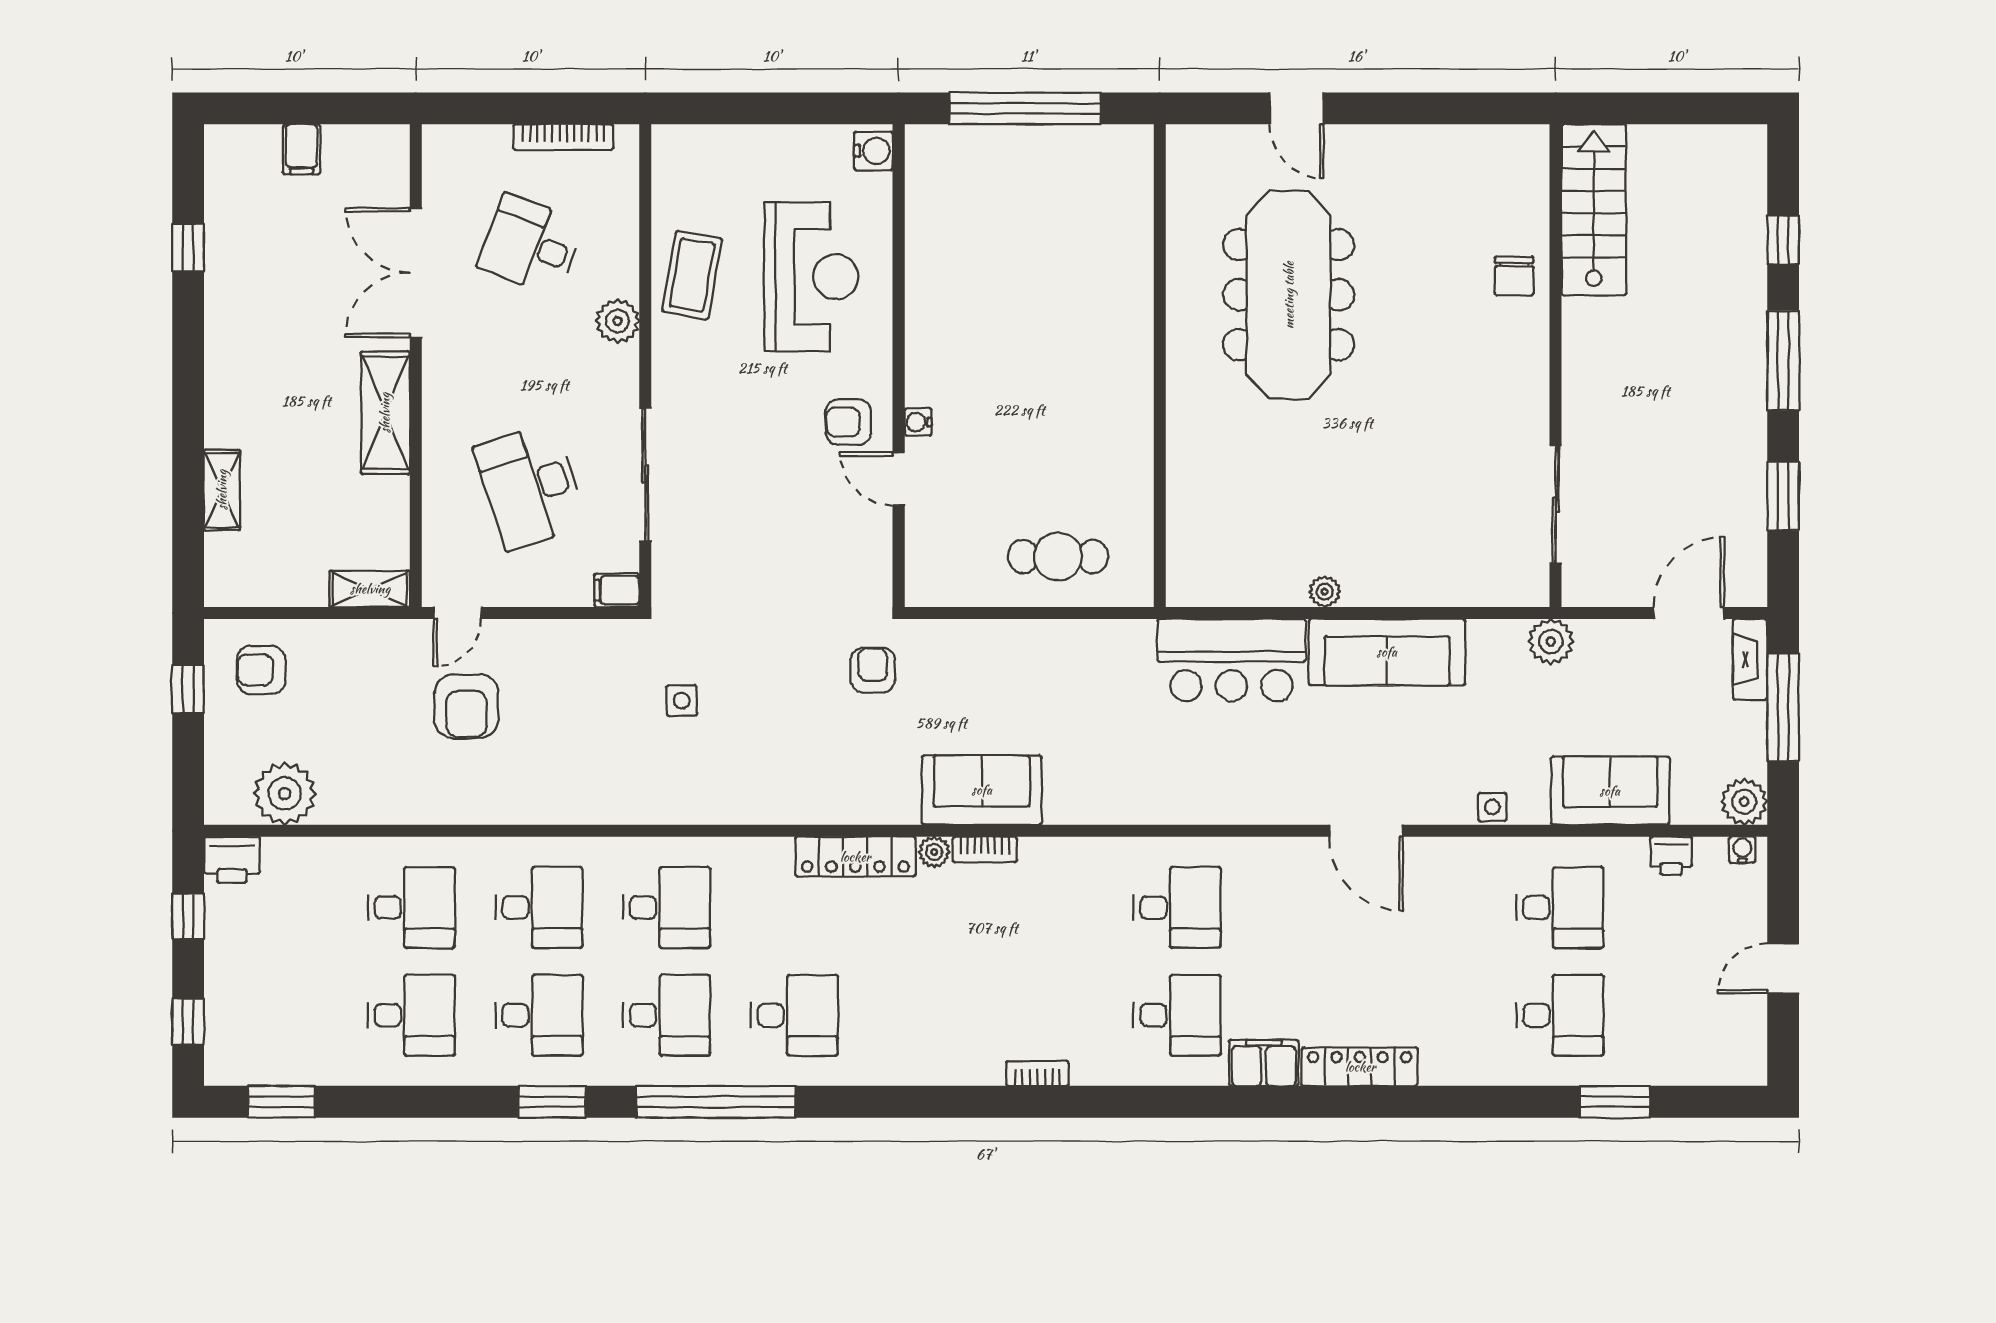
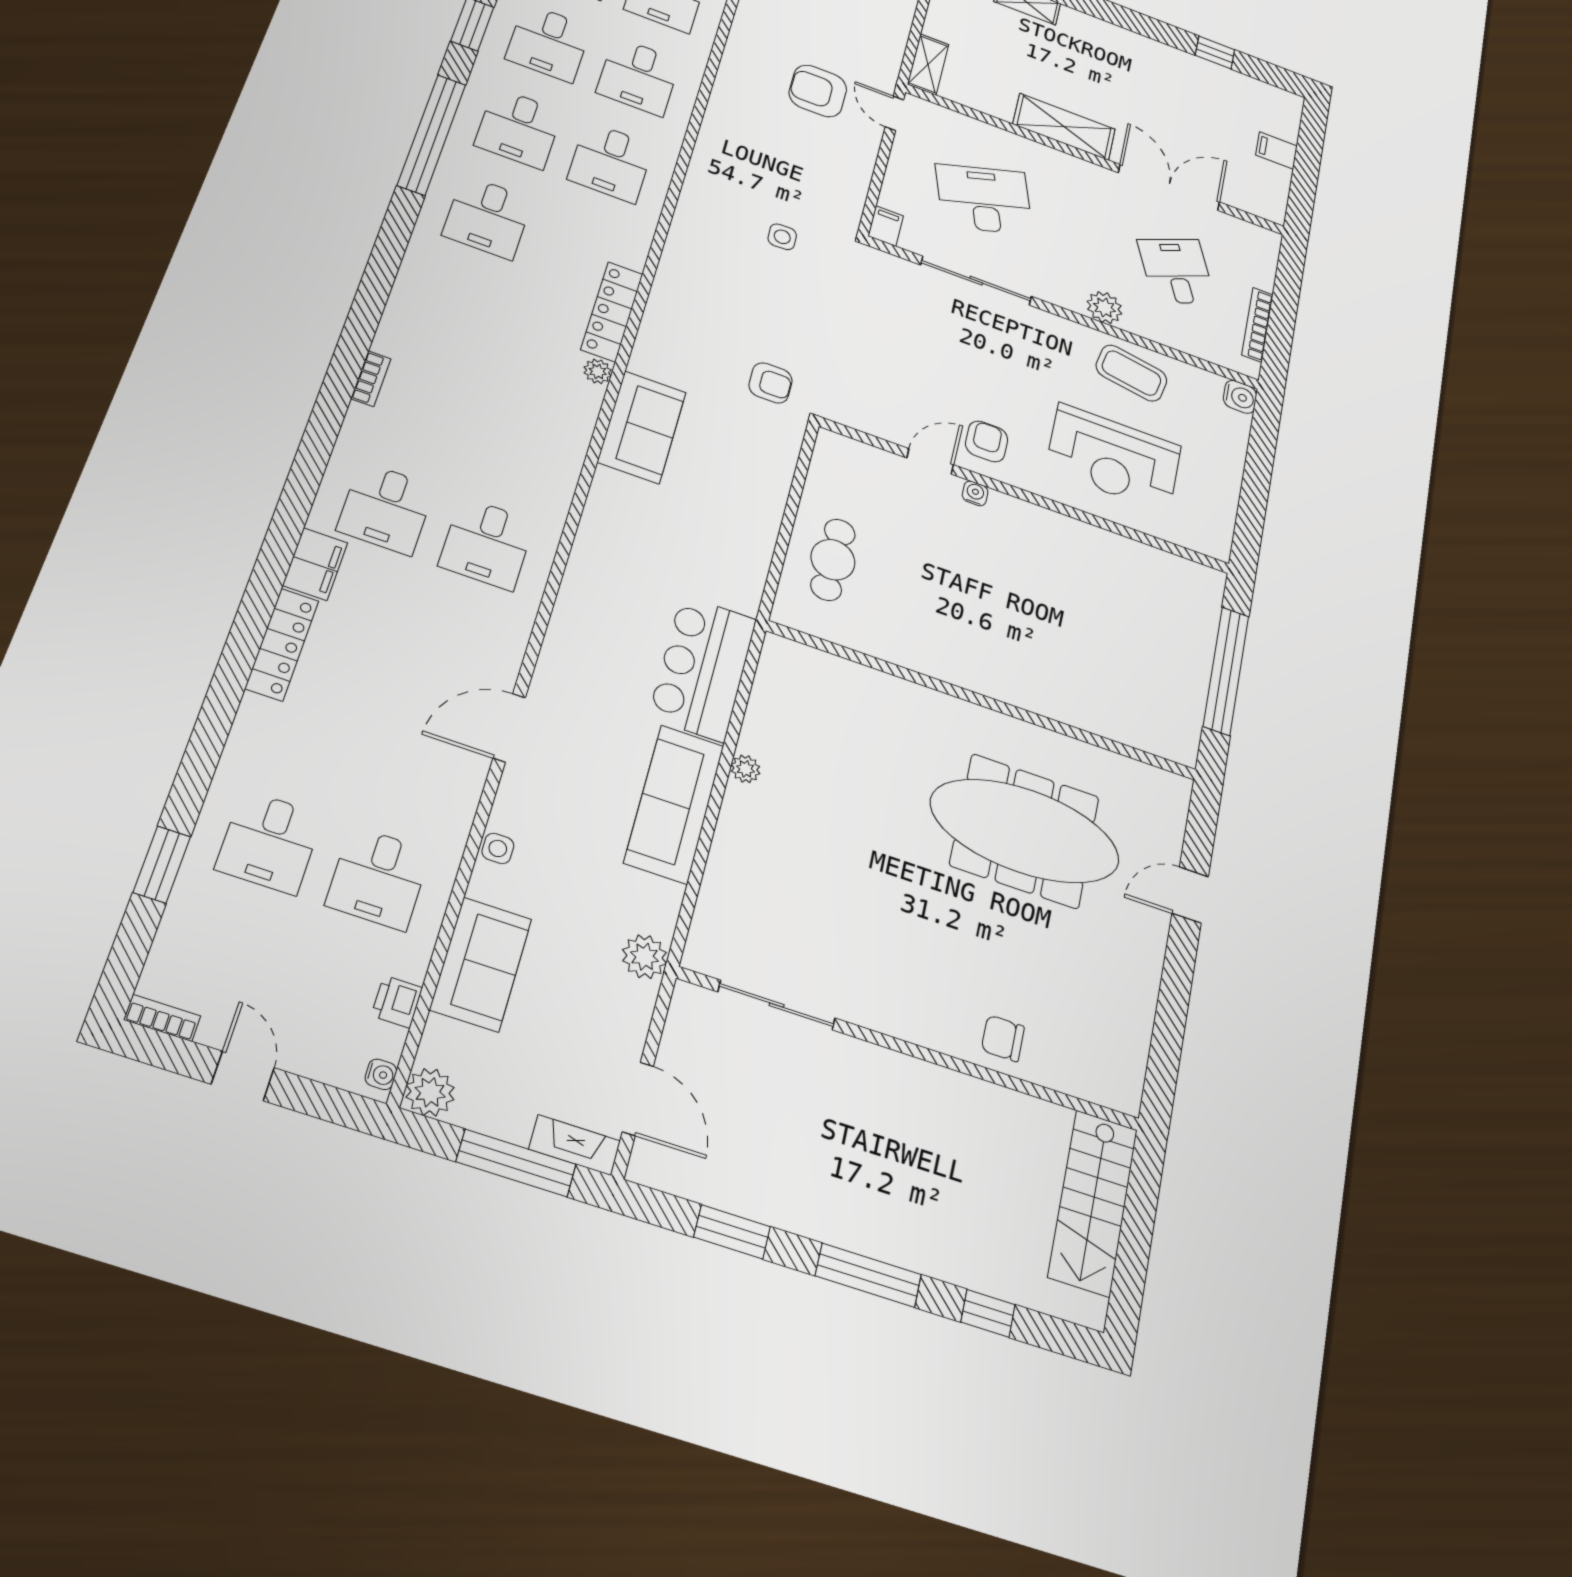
water cooler: (873, 151) -> (1240, 397), moved, turned -90
stairs: (1594, 210) -> (1093, 1203), moved, turned 90
desk: (530, 245) -> (1176, 271), turned -45
bookcase: (985, 849) -> (162, 1018), moved, turned 90

